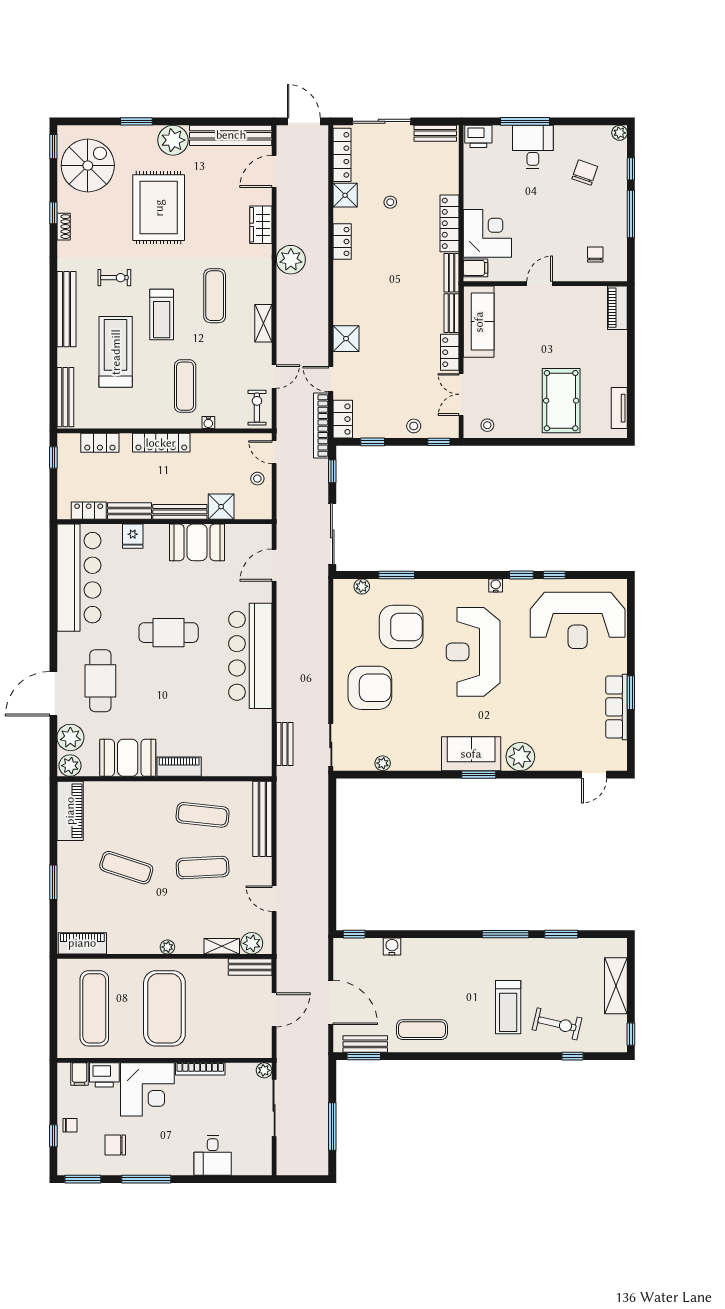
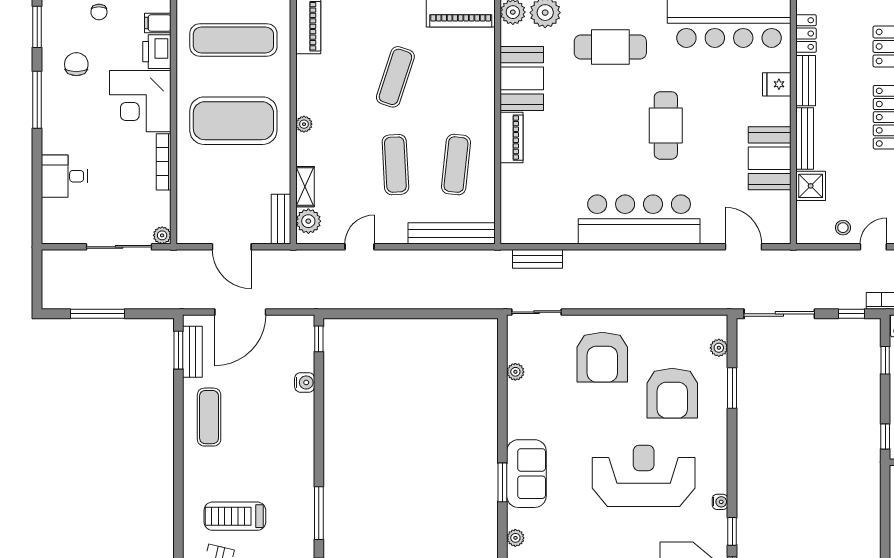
plant: (520, 757) -> (515, 538), width x0.53, depth x0.53

